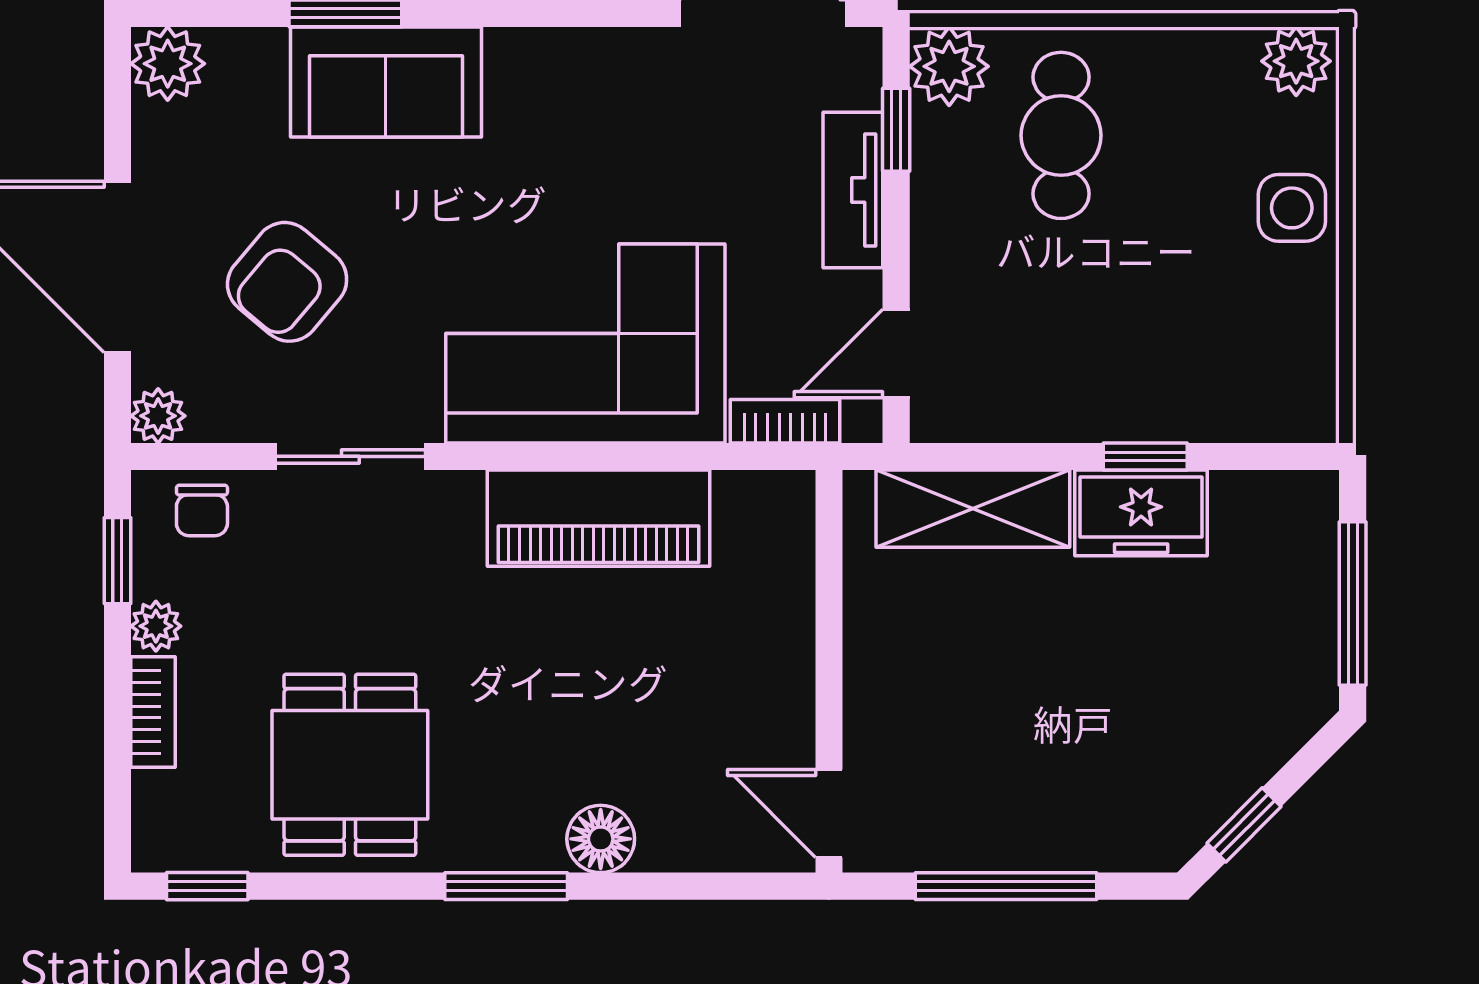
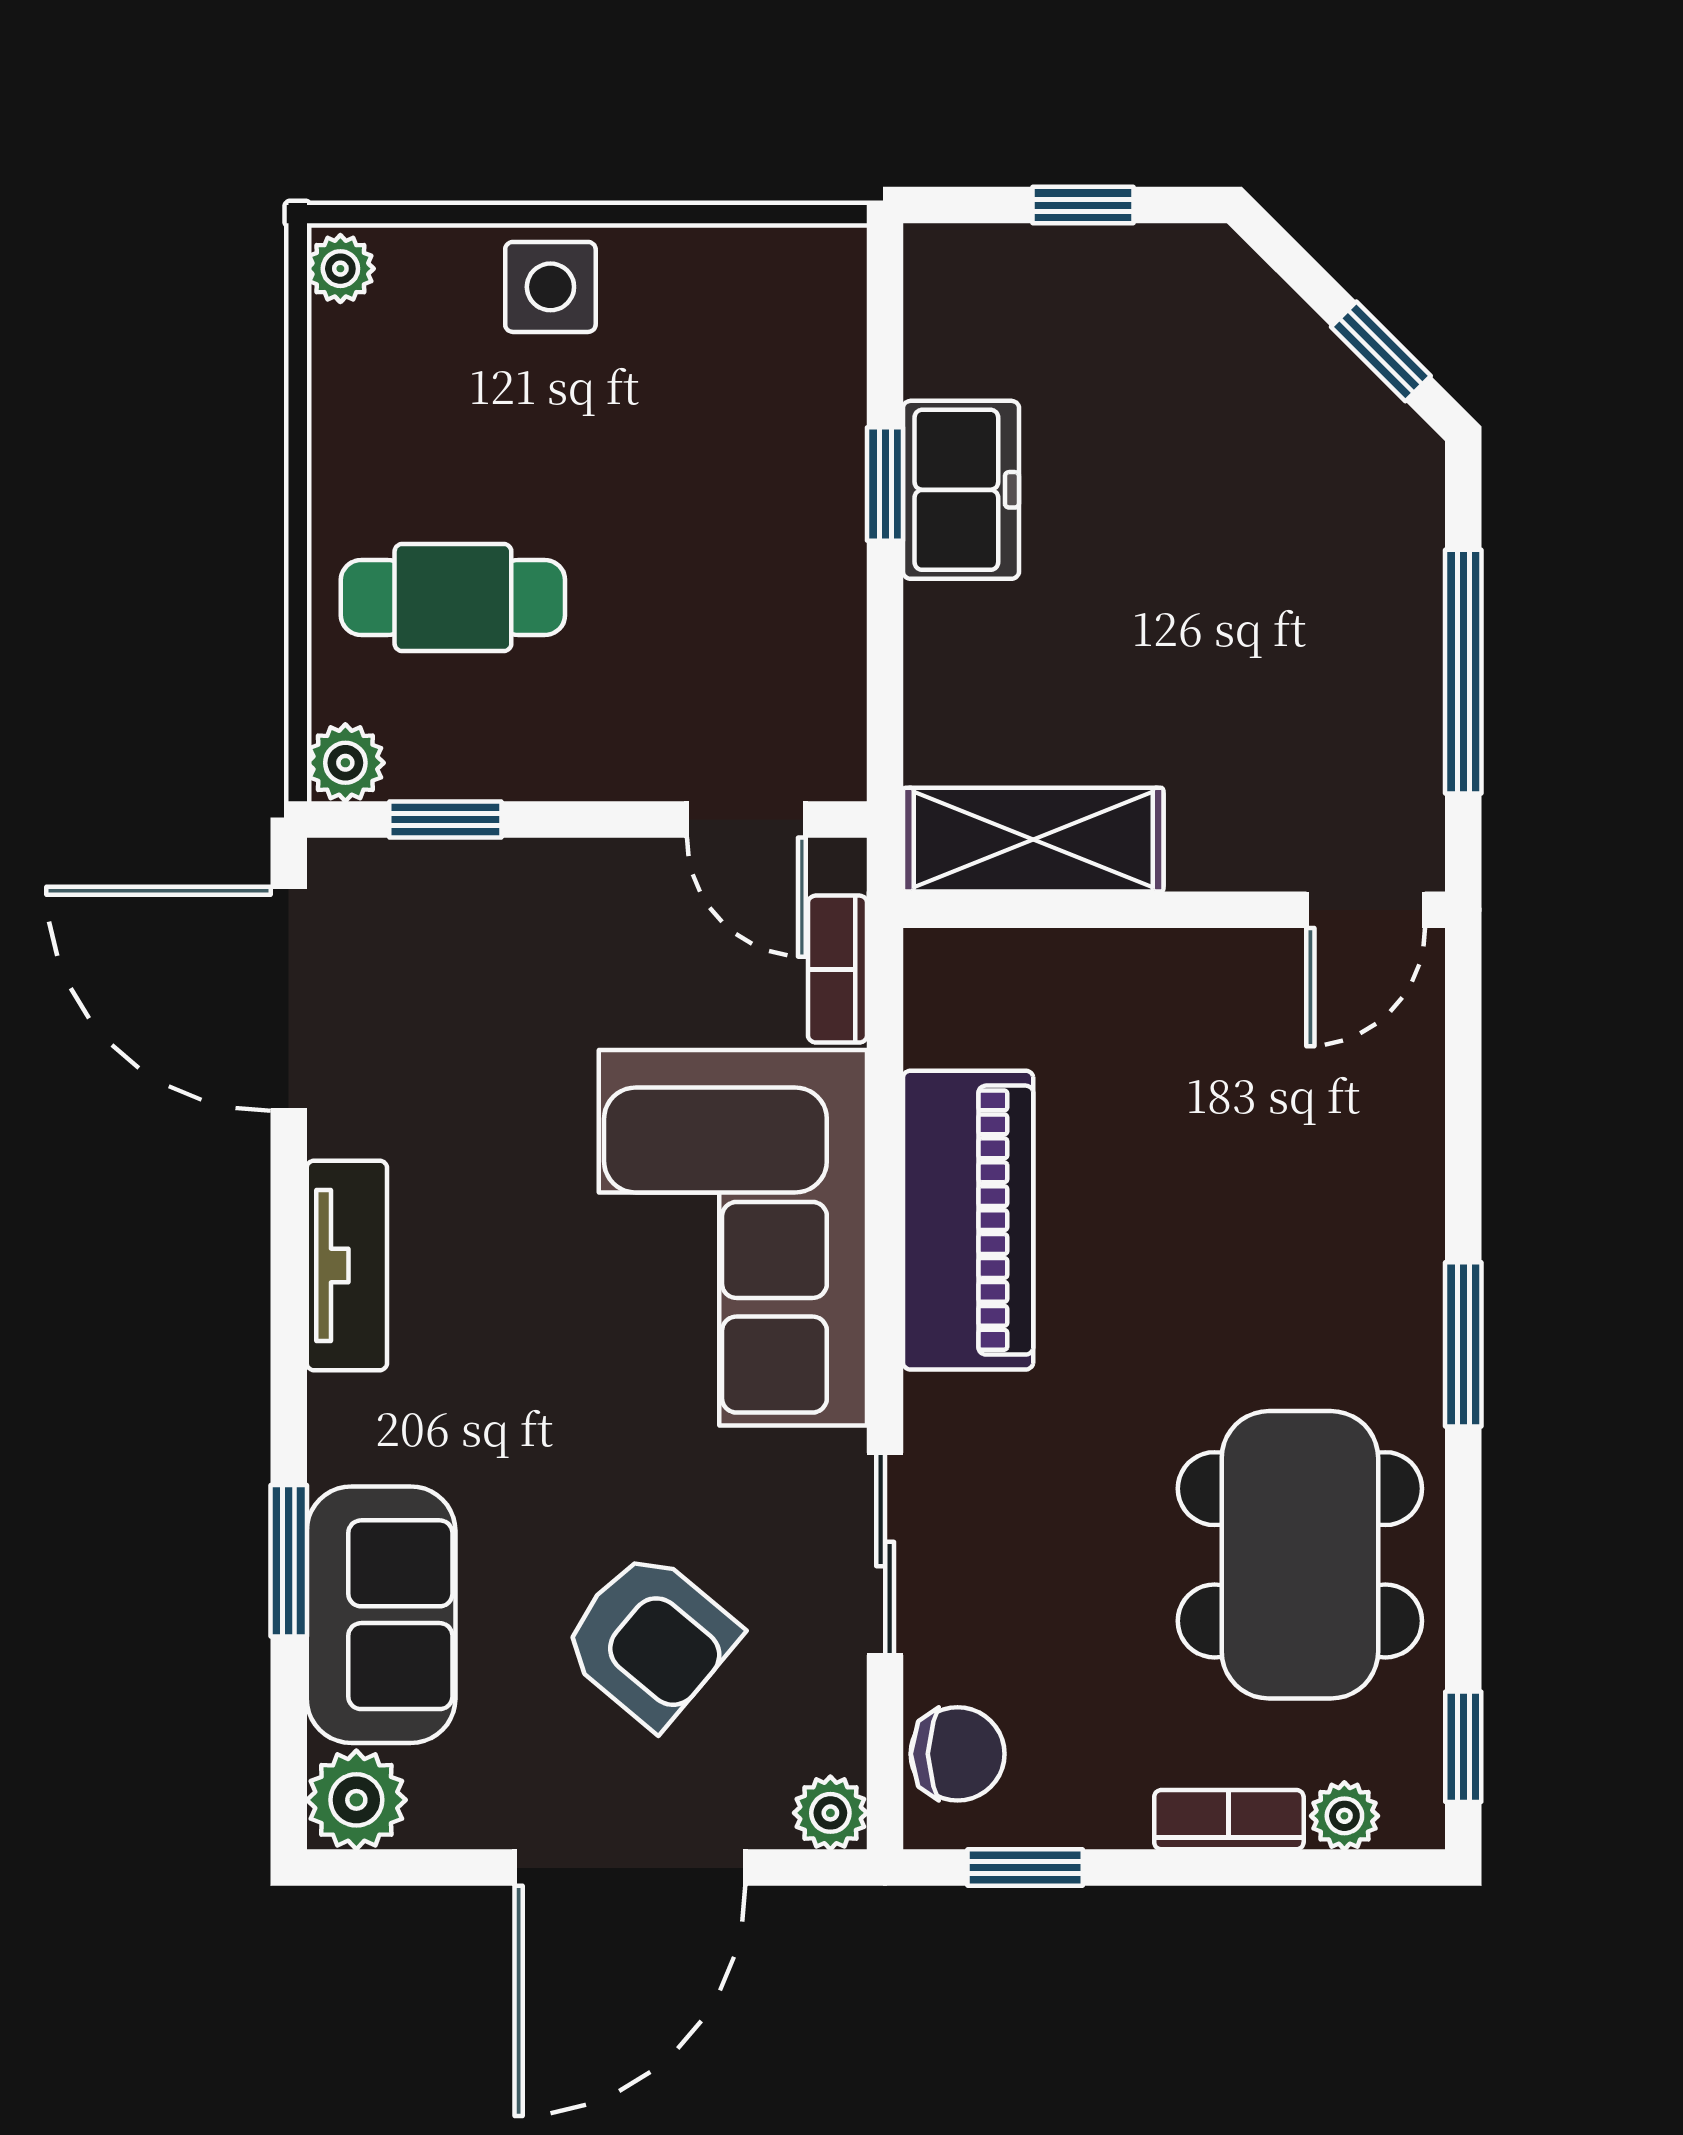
plant: (1296, 61) -> (340, 269), width x0.73, depth x0.73
plant: (949, 66) -> (345, 763), width x0.73, depth x0.73
sofa: (386, 82) -> (381, 1615), moved
tv unit: (853, 190) -> (347, 1265), moved, turned -90
shelving: (973, 509) -> (1033, 840), moved, turned 90
chair: (202, 510) -> (958, 1754), width x1.37, depth x1.37
window: (1353, 604) -> (1083, 205), width x0.46
plant: (156, 626) -> (1344, 1816), moved
dining table: (350, 765) -> (1300, 1555), width x1.38
floor lamp: (601, 839) -> (1400, 1217), removed

